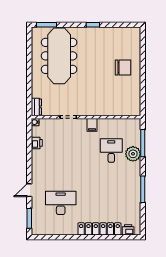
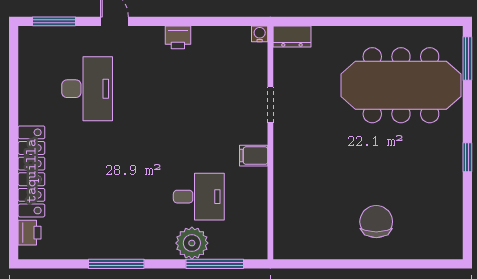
chair: (123, 67) -> (376, 222), turned 180
printer: (37, 143) -> (178, 37), moved

